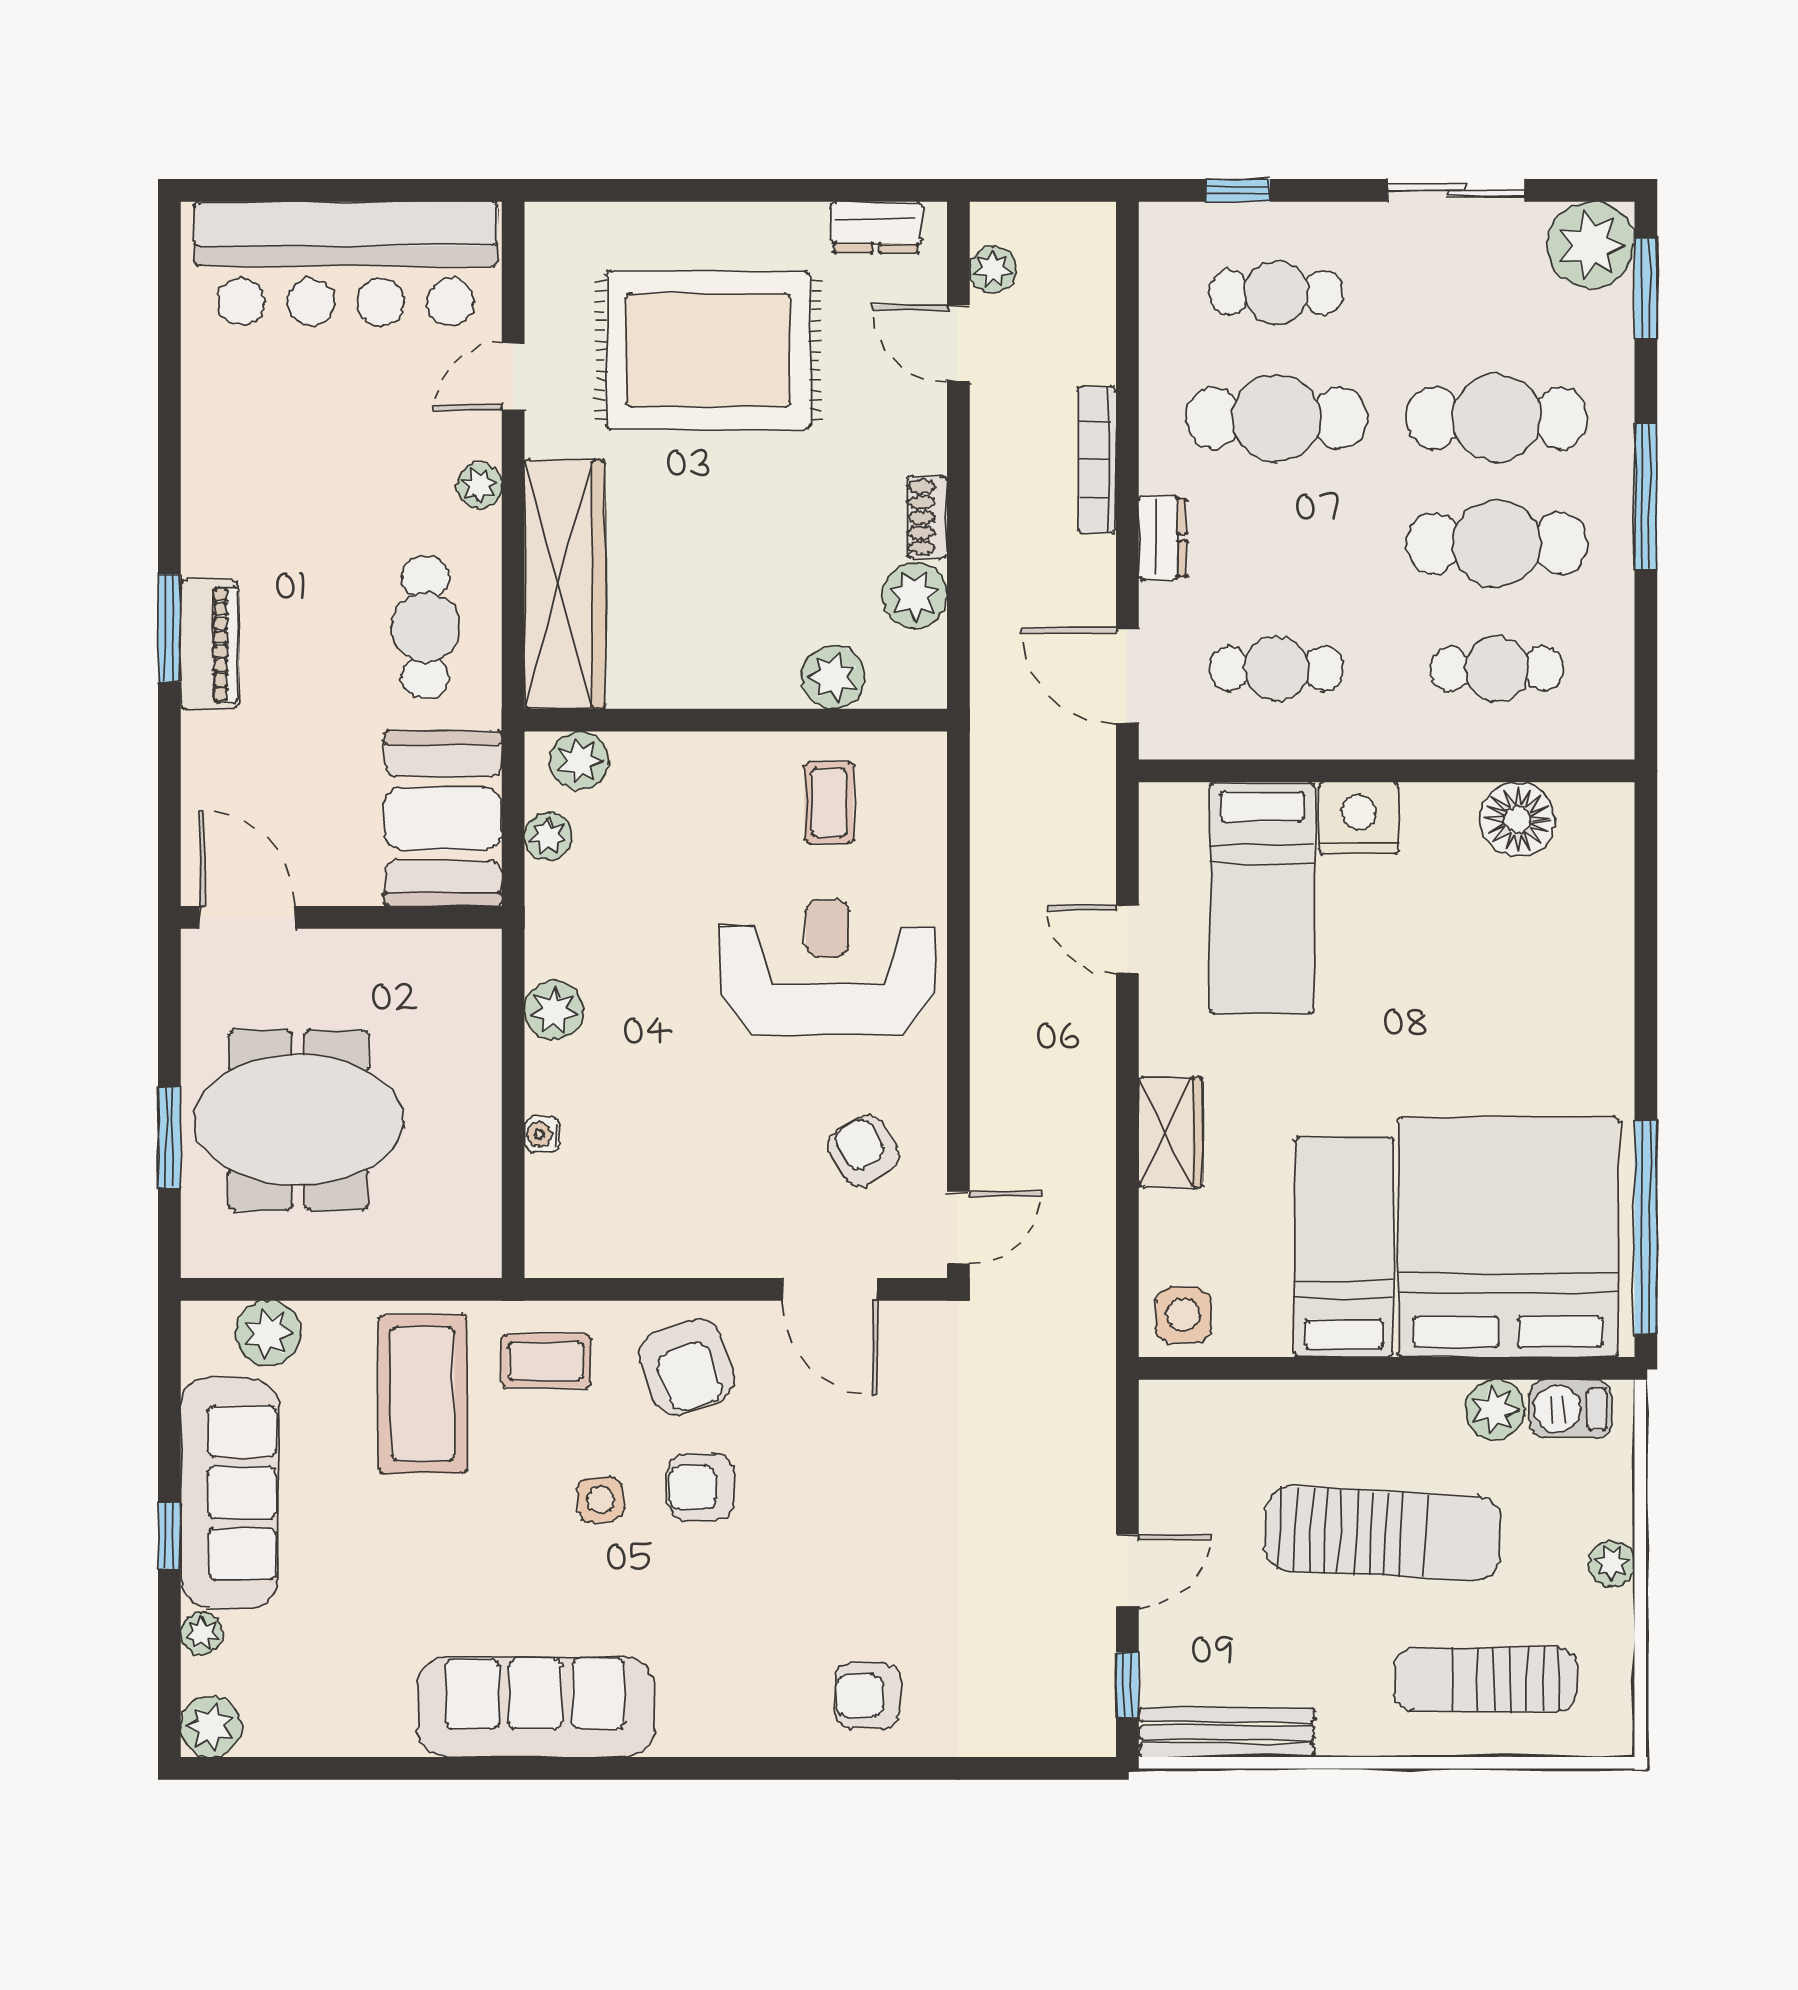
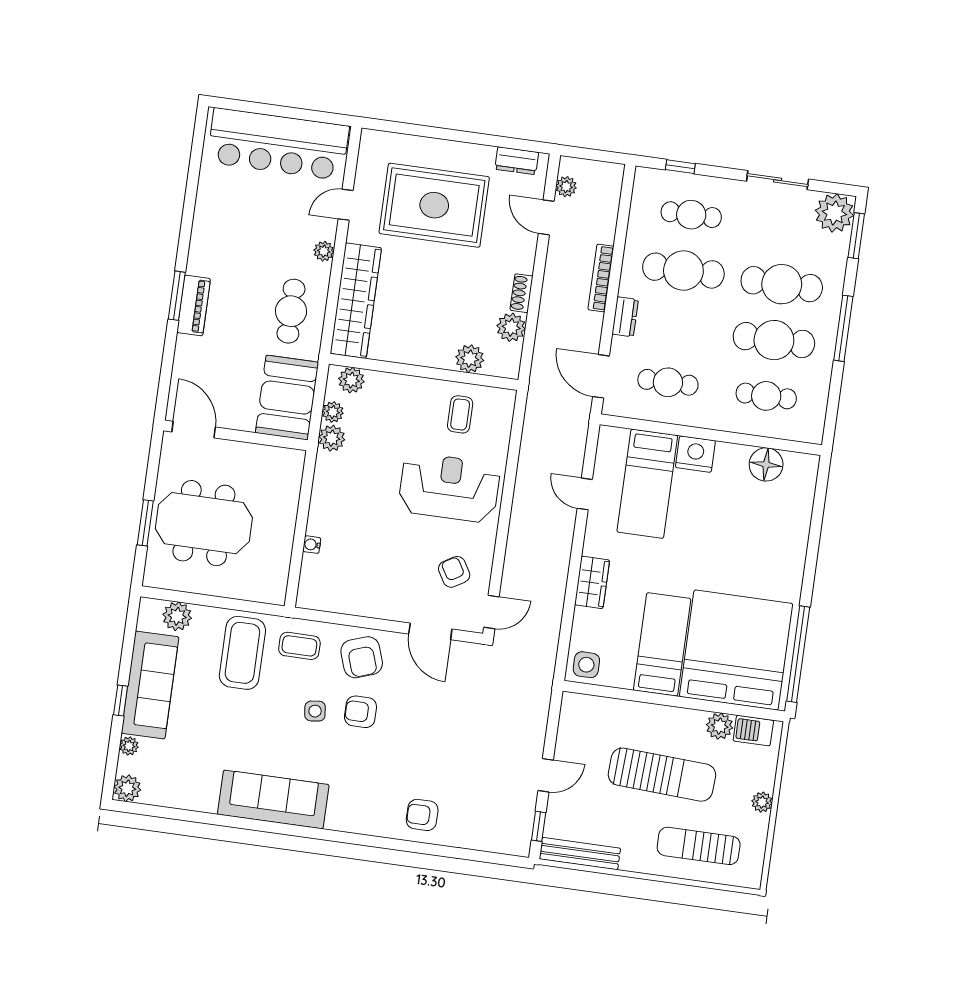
plant: (554, 1011) -> (332, 438), moved

